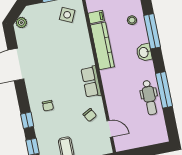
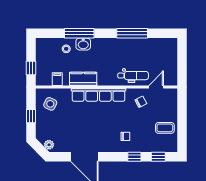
kitchen counter: (102, 46) -> (83, 79), width x0.67
washbasin: (144, 52) -> (83, 44), moved
row of seats: (91, 82) -> (99, 95), width x2.02
dental chair: (149, 98) -> (133, 76), moved

